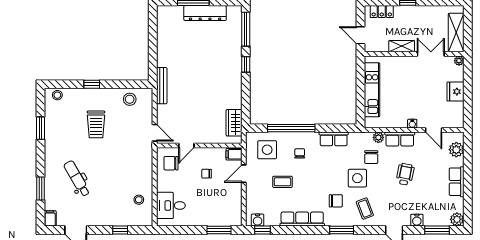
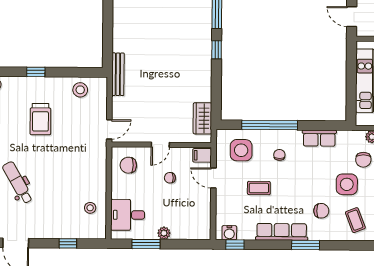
door: (155, 133) -> (109, 129), hinge flipped
door: (186, 146) -> (160, 145), moved
door: (244, 174) -> (213, 178), hinge flipped
plant: (202, 221) -> (164, 233), added
window: (219, 230) -> (146, 244), moved
window: (342, 230) -> (306, 245), moved

